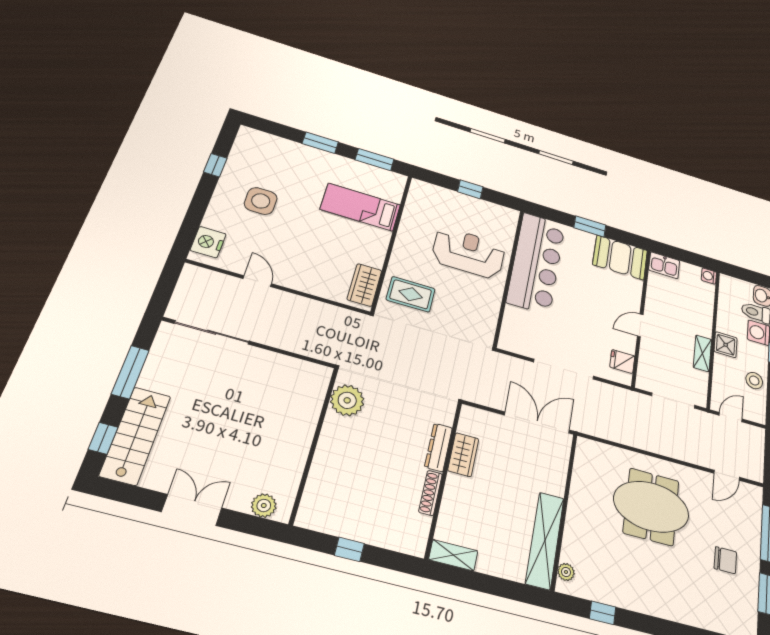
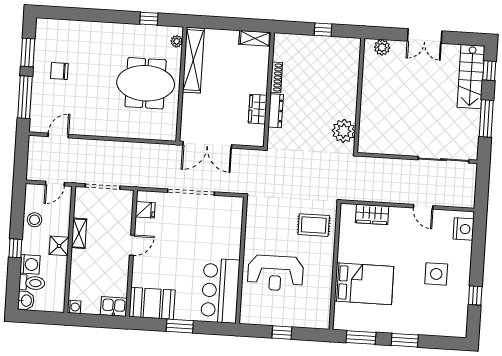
bed: (361, 207) -> (364, 284), width x1.50
bar counter: (536, 263) -> (220, 291), width x0.73
wardrobe: (364, 285) -> (372, 214), moved, turned 90
meeting table: (651, 507) -> (146, 83), moved

